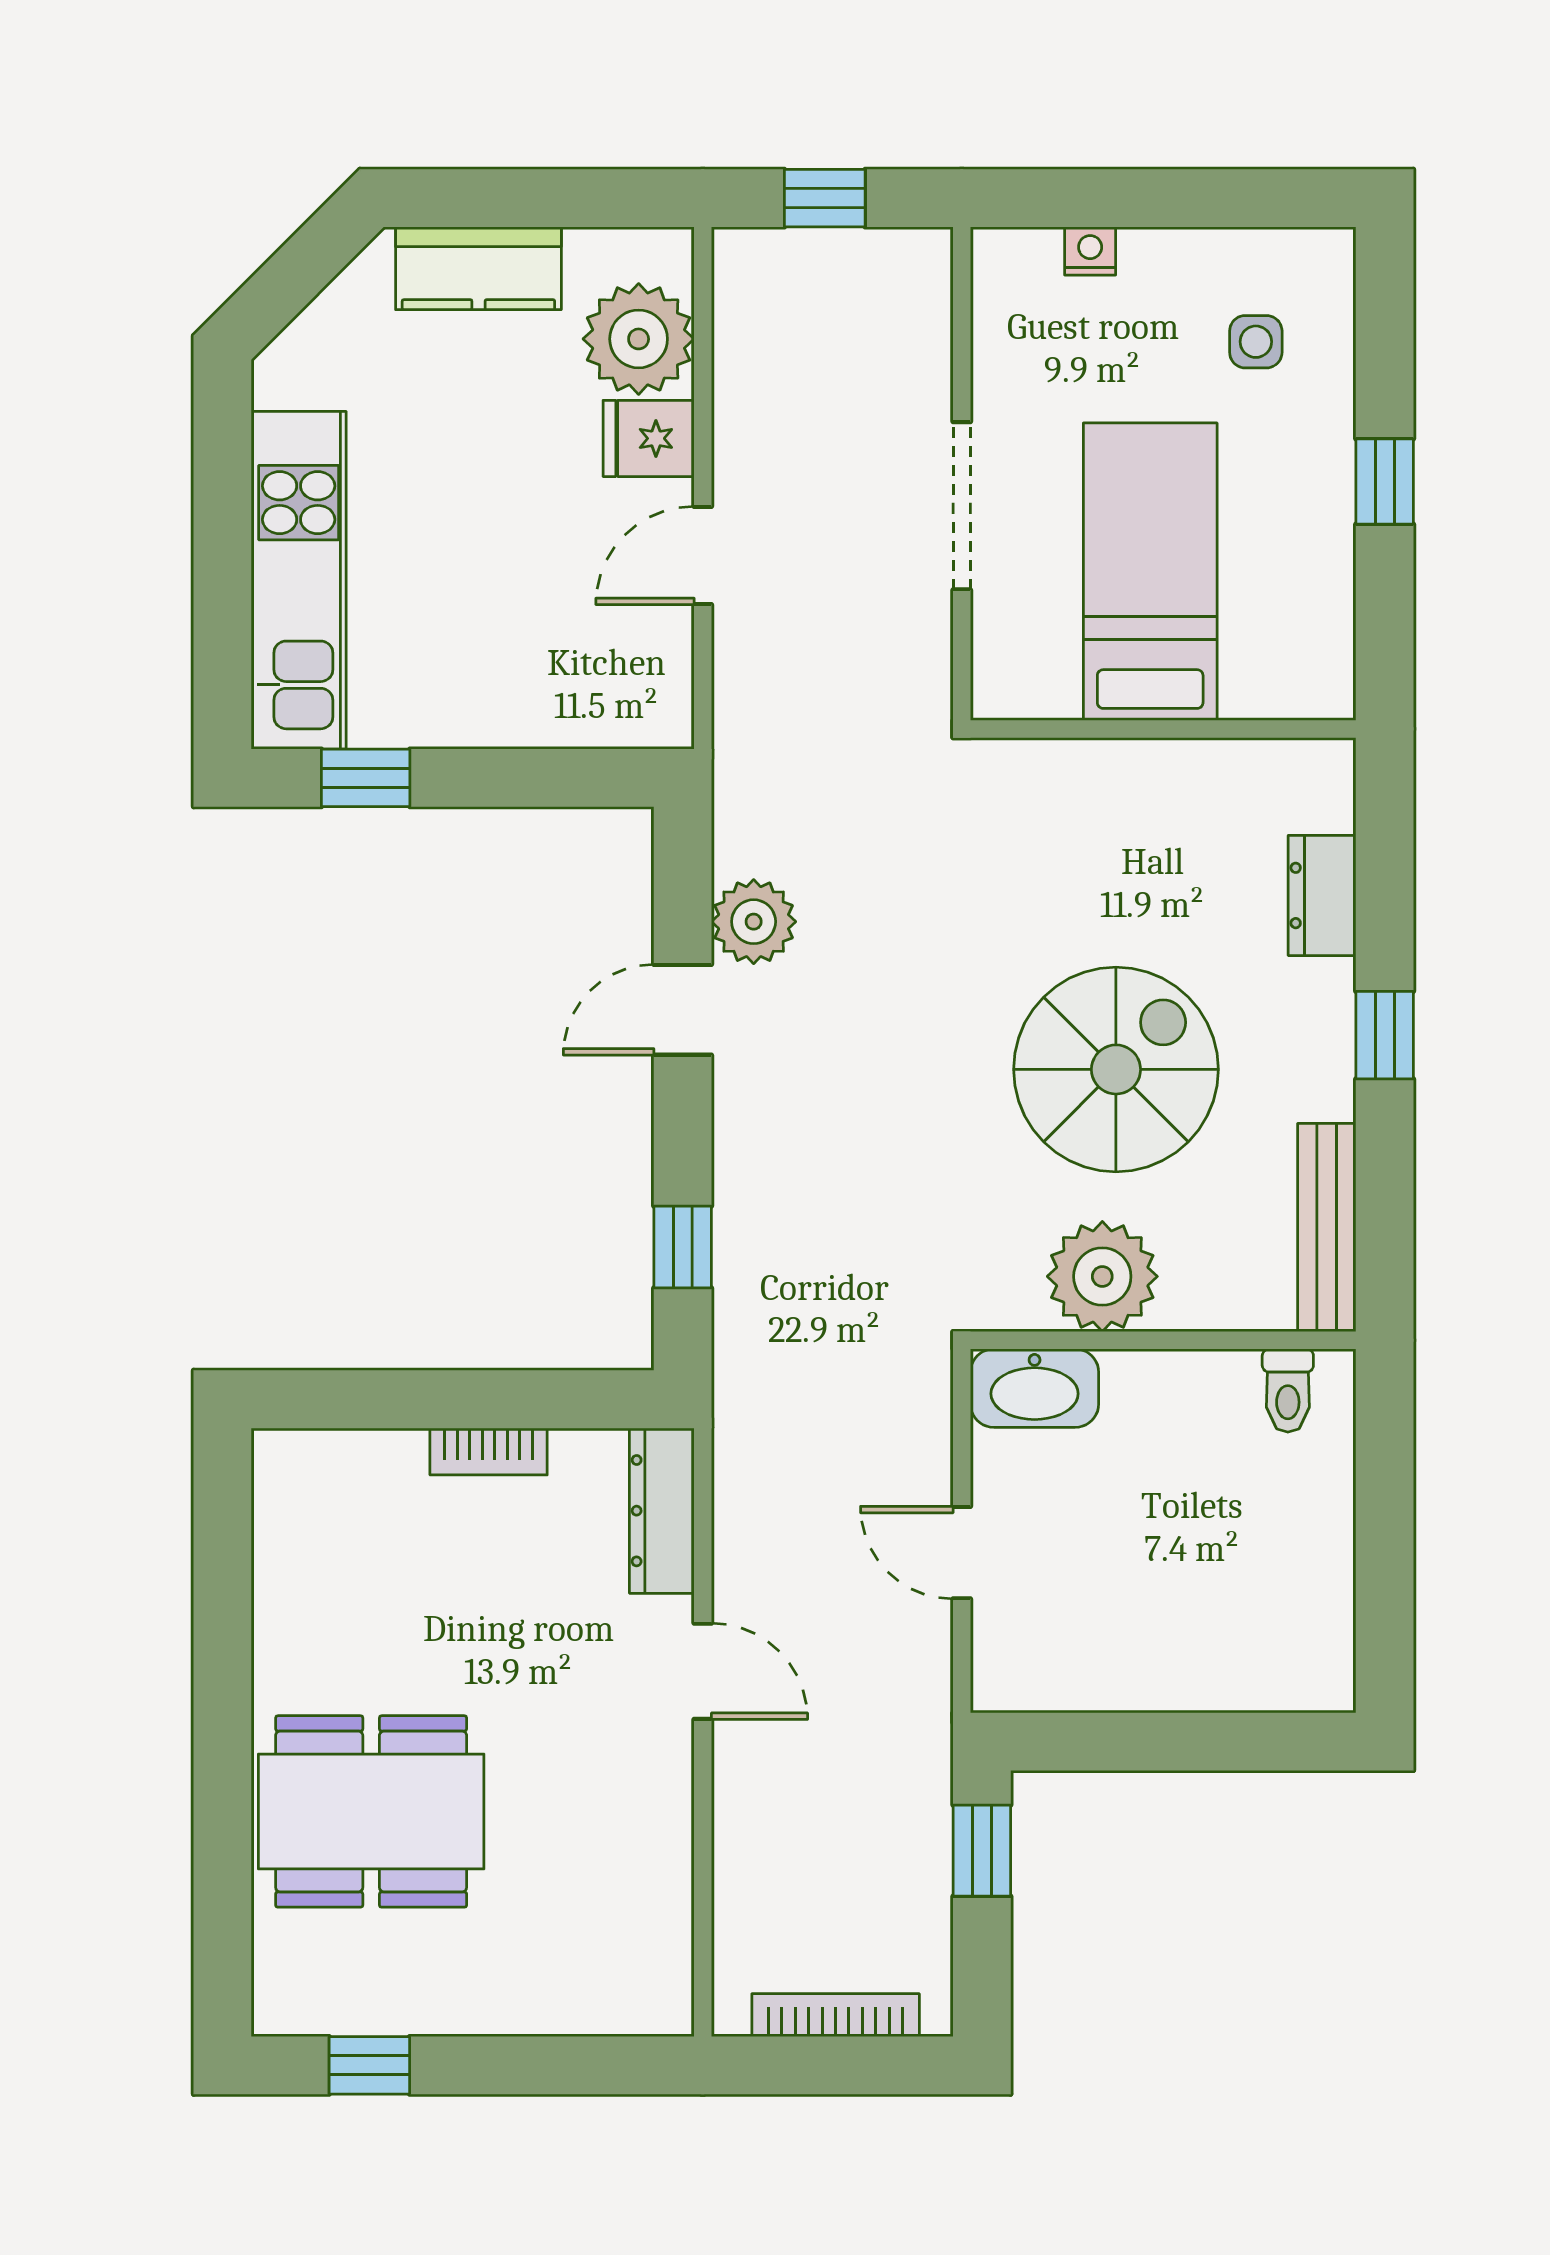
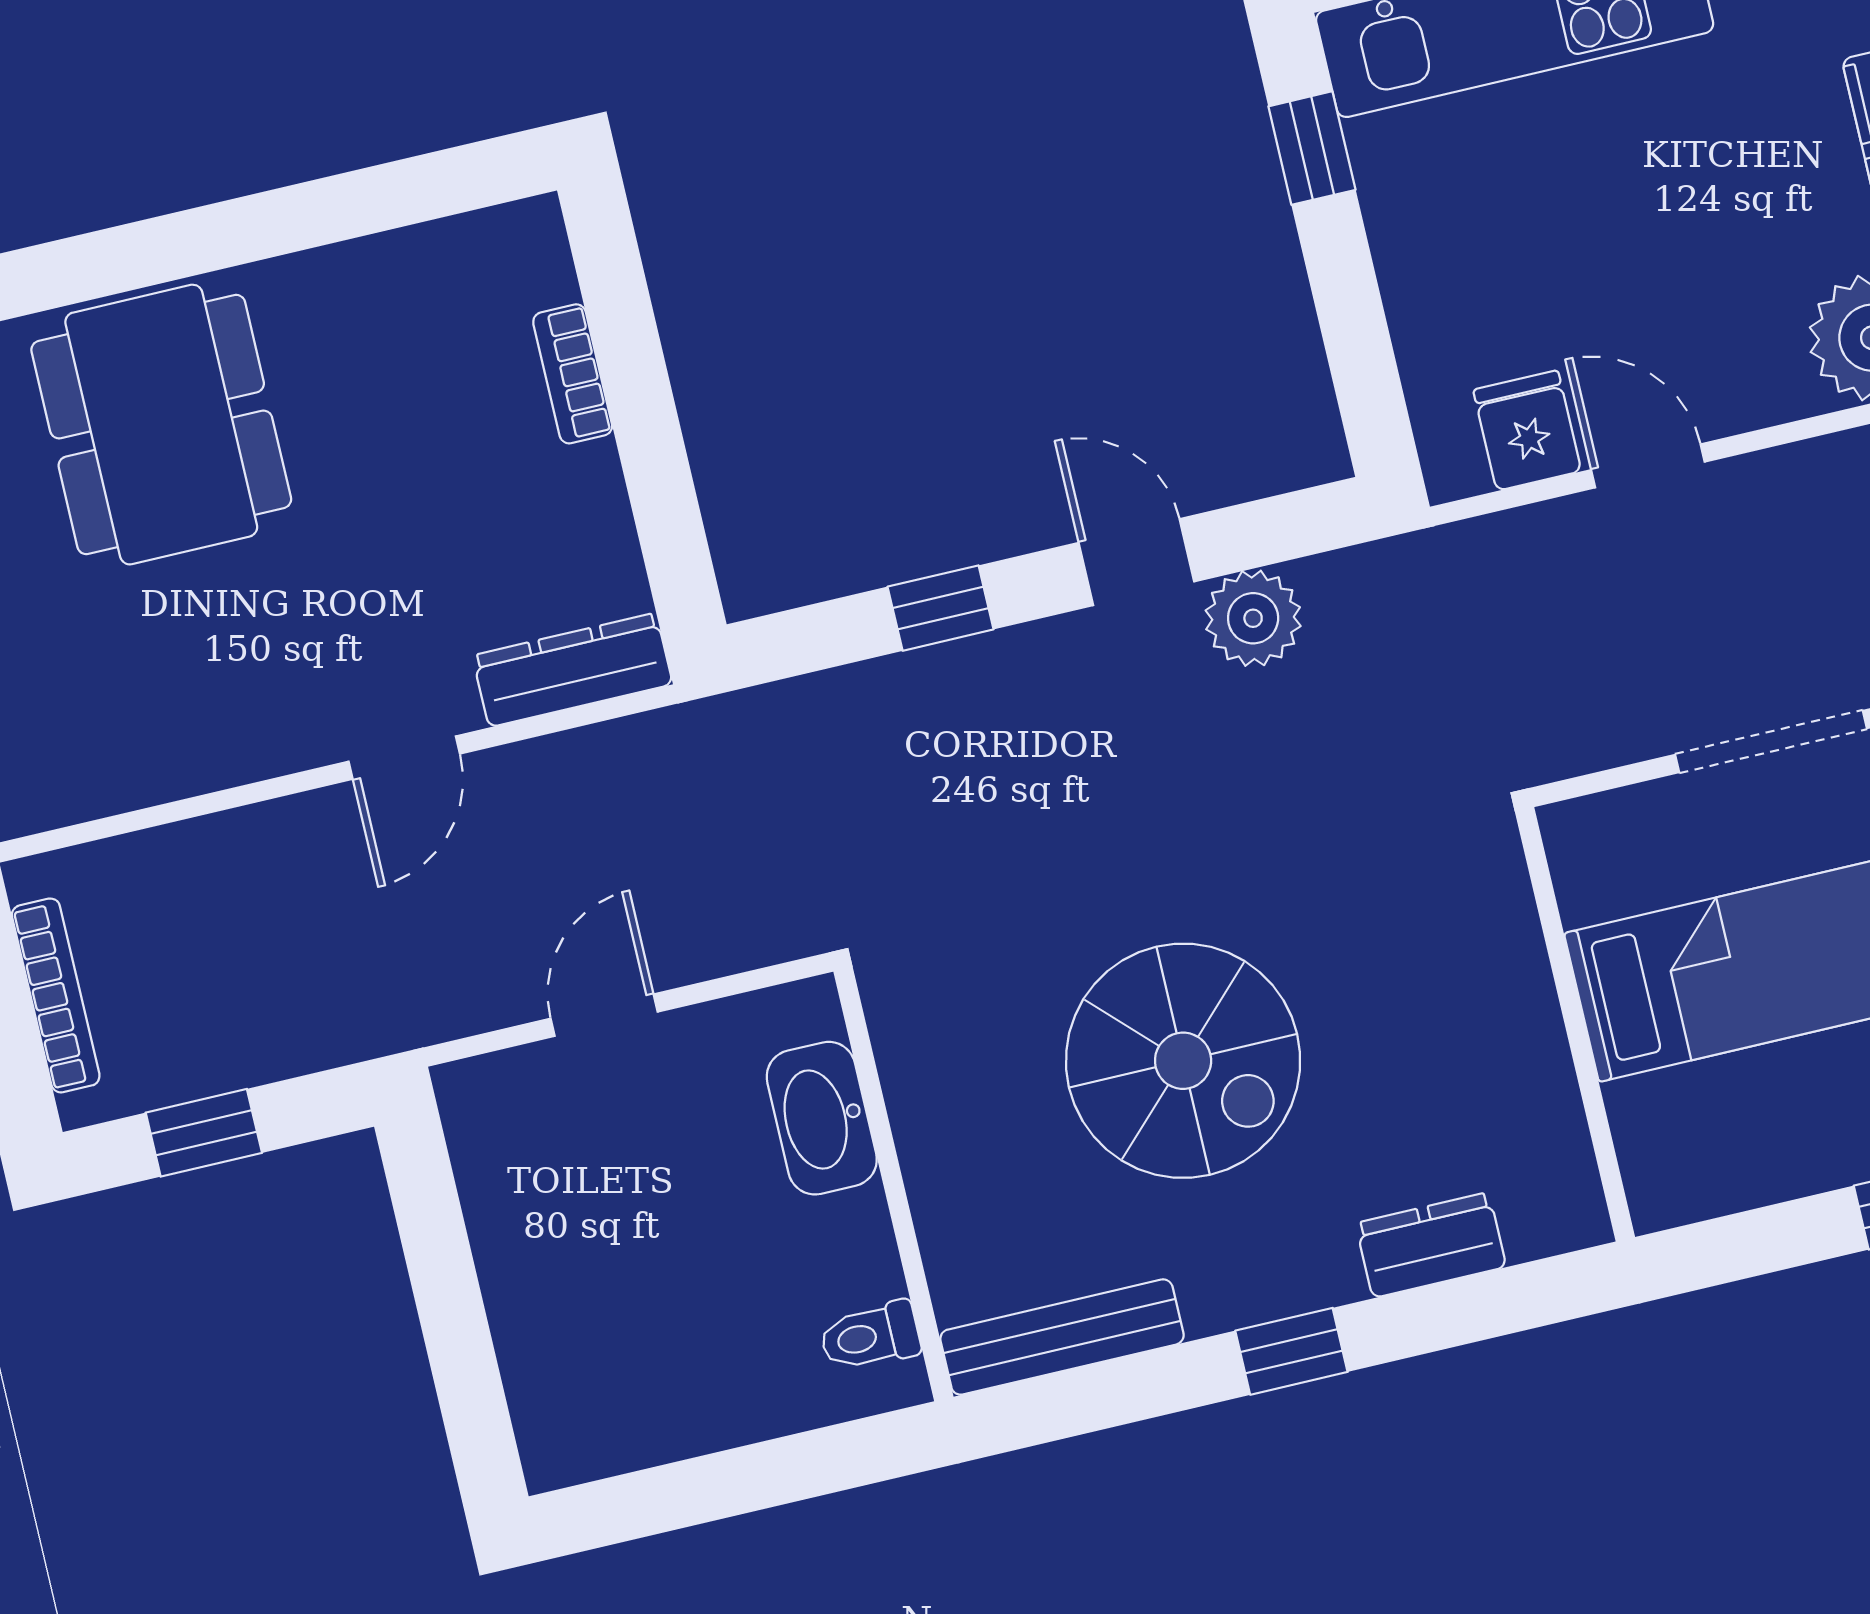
fridge: (649, 438) -> (1527, 430), moved
window: (683, 1247) -> (941, 608), moved
plant: (1102, 1276) -> (949, 1100), removed
washbasin: (1035, 1388) -> (822, 1118), moved
bookcase: (489, 1451) -> (573, 374), moved
window: (982, 1851) -> (204, 1133), moved

